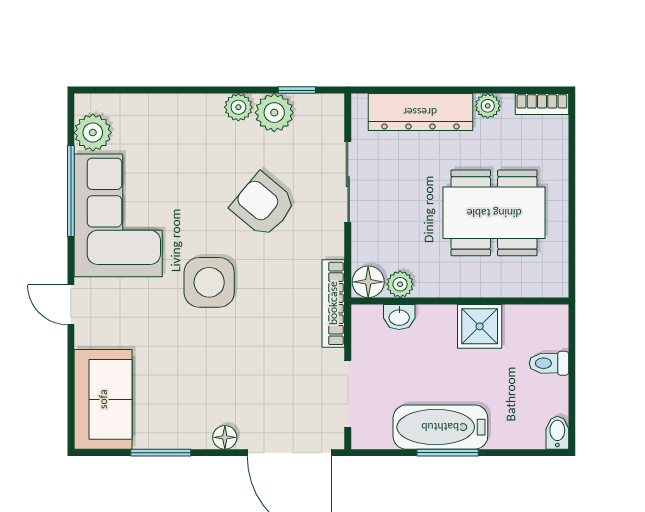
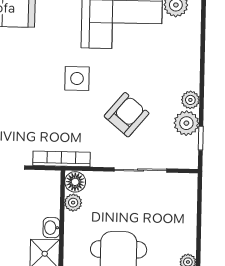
dresser: (420, 112) -> (185, 218), removed
side table: (209, 282) -> (77, 79), width x0.73, depth x0.73
washbasin: (399, 317) -> (51, 228), moved

